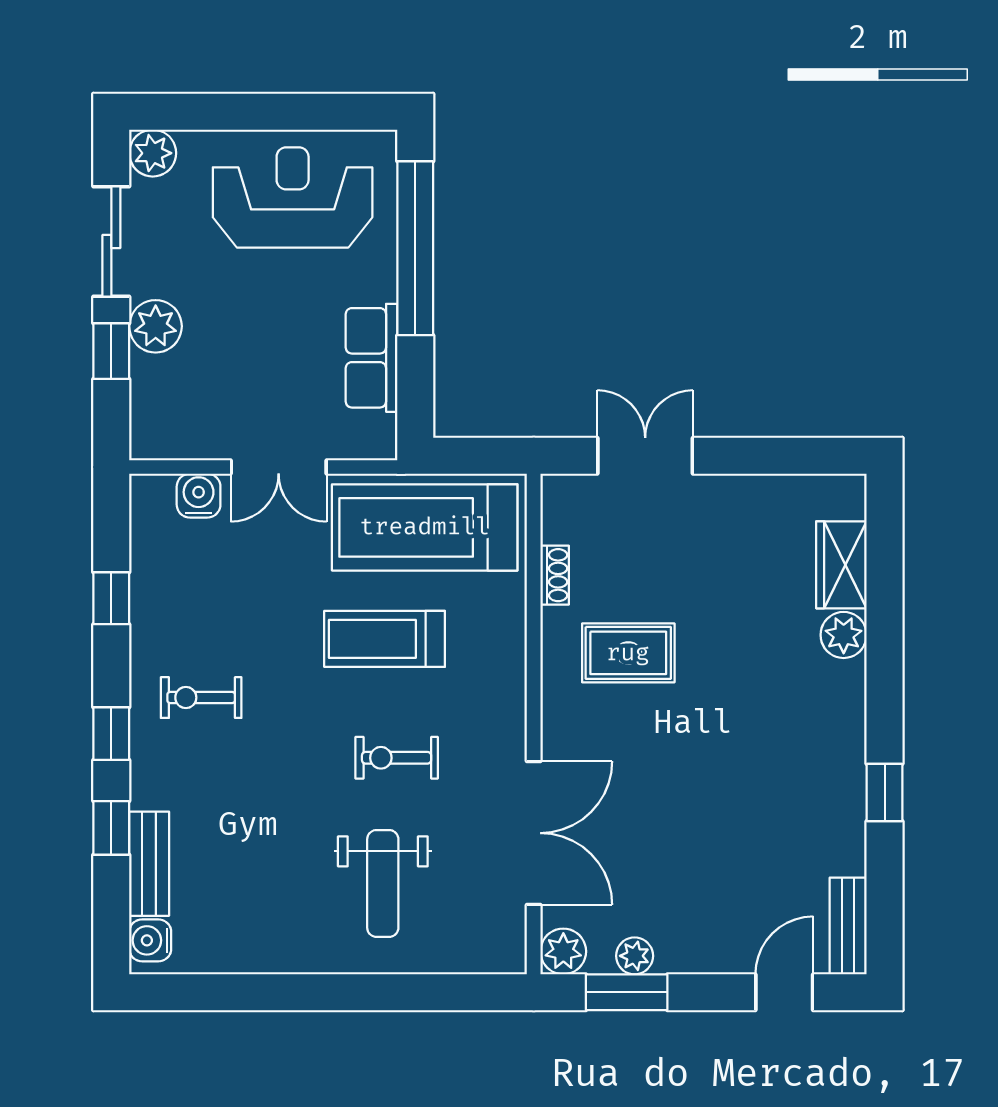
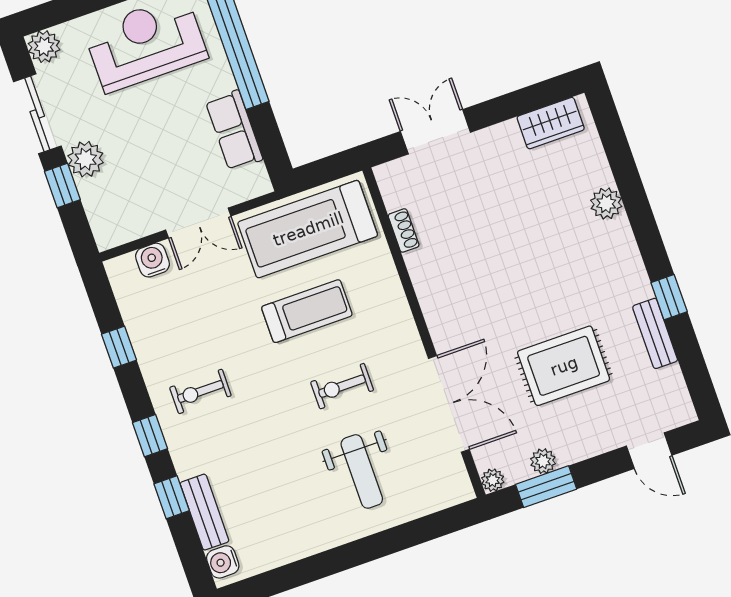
wardrobe: (841, 565) -> (551, 123), moved, turned -90
treadmill: (384, 639) -> (307, 311), turned 180
rug: (628, 653) -> (564, 366), moved, width x1.36, depth x1.43
bench: (848, 926) -> (655, 333), moved
plant: (563, 951) -> (493, 480), width x0.73, depth x0.73
door: (784, 992) -> (649, 451), swing flipped

